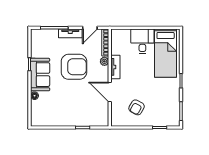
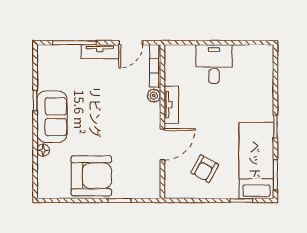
bed: (166, 53) -> (256, 160), moved, turned 180
armchair: (74, 67) -> (91, 176), moved
door: (110, 92) -> (162, 144), swing flipped

